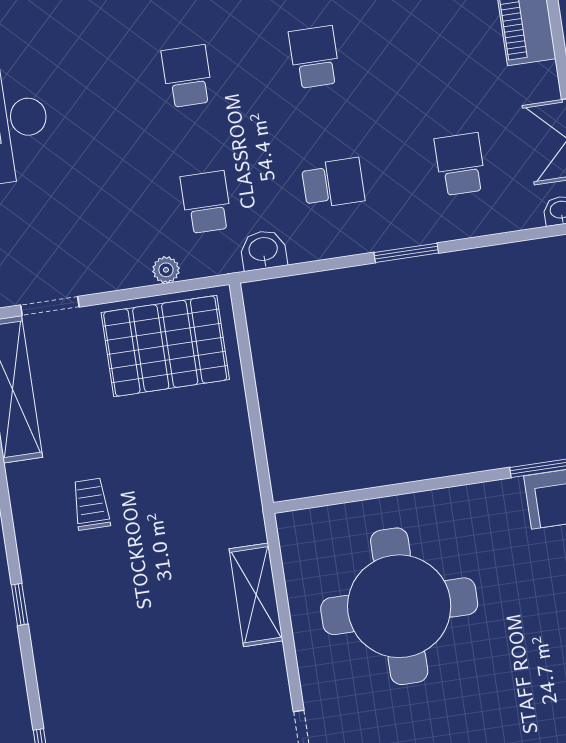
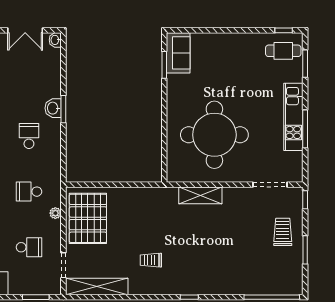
school desk: (460, 164) -> (29, 247), moved, turned 180
washbasin: (263, 250) -> (53, 108), moved

